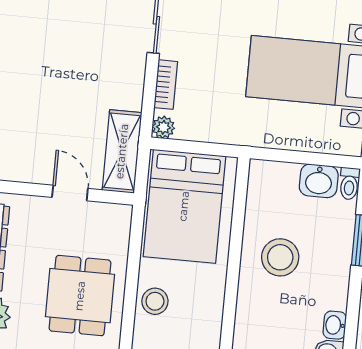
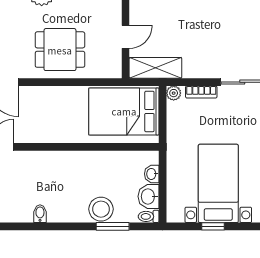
stool: (280, 257) -> (101, 209), moved
stool: (155, 301) -> (61, 98), removed
washbasin: (335, 325) -> (152, 174), moved, turned -90

